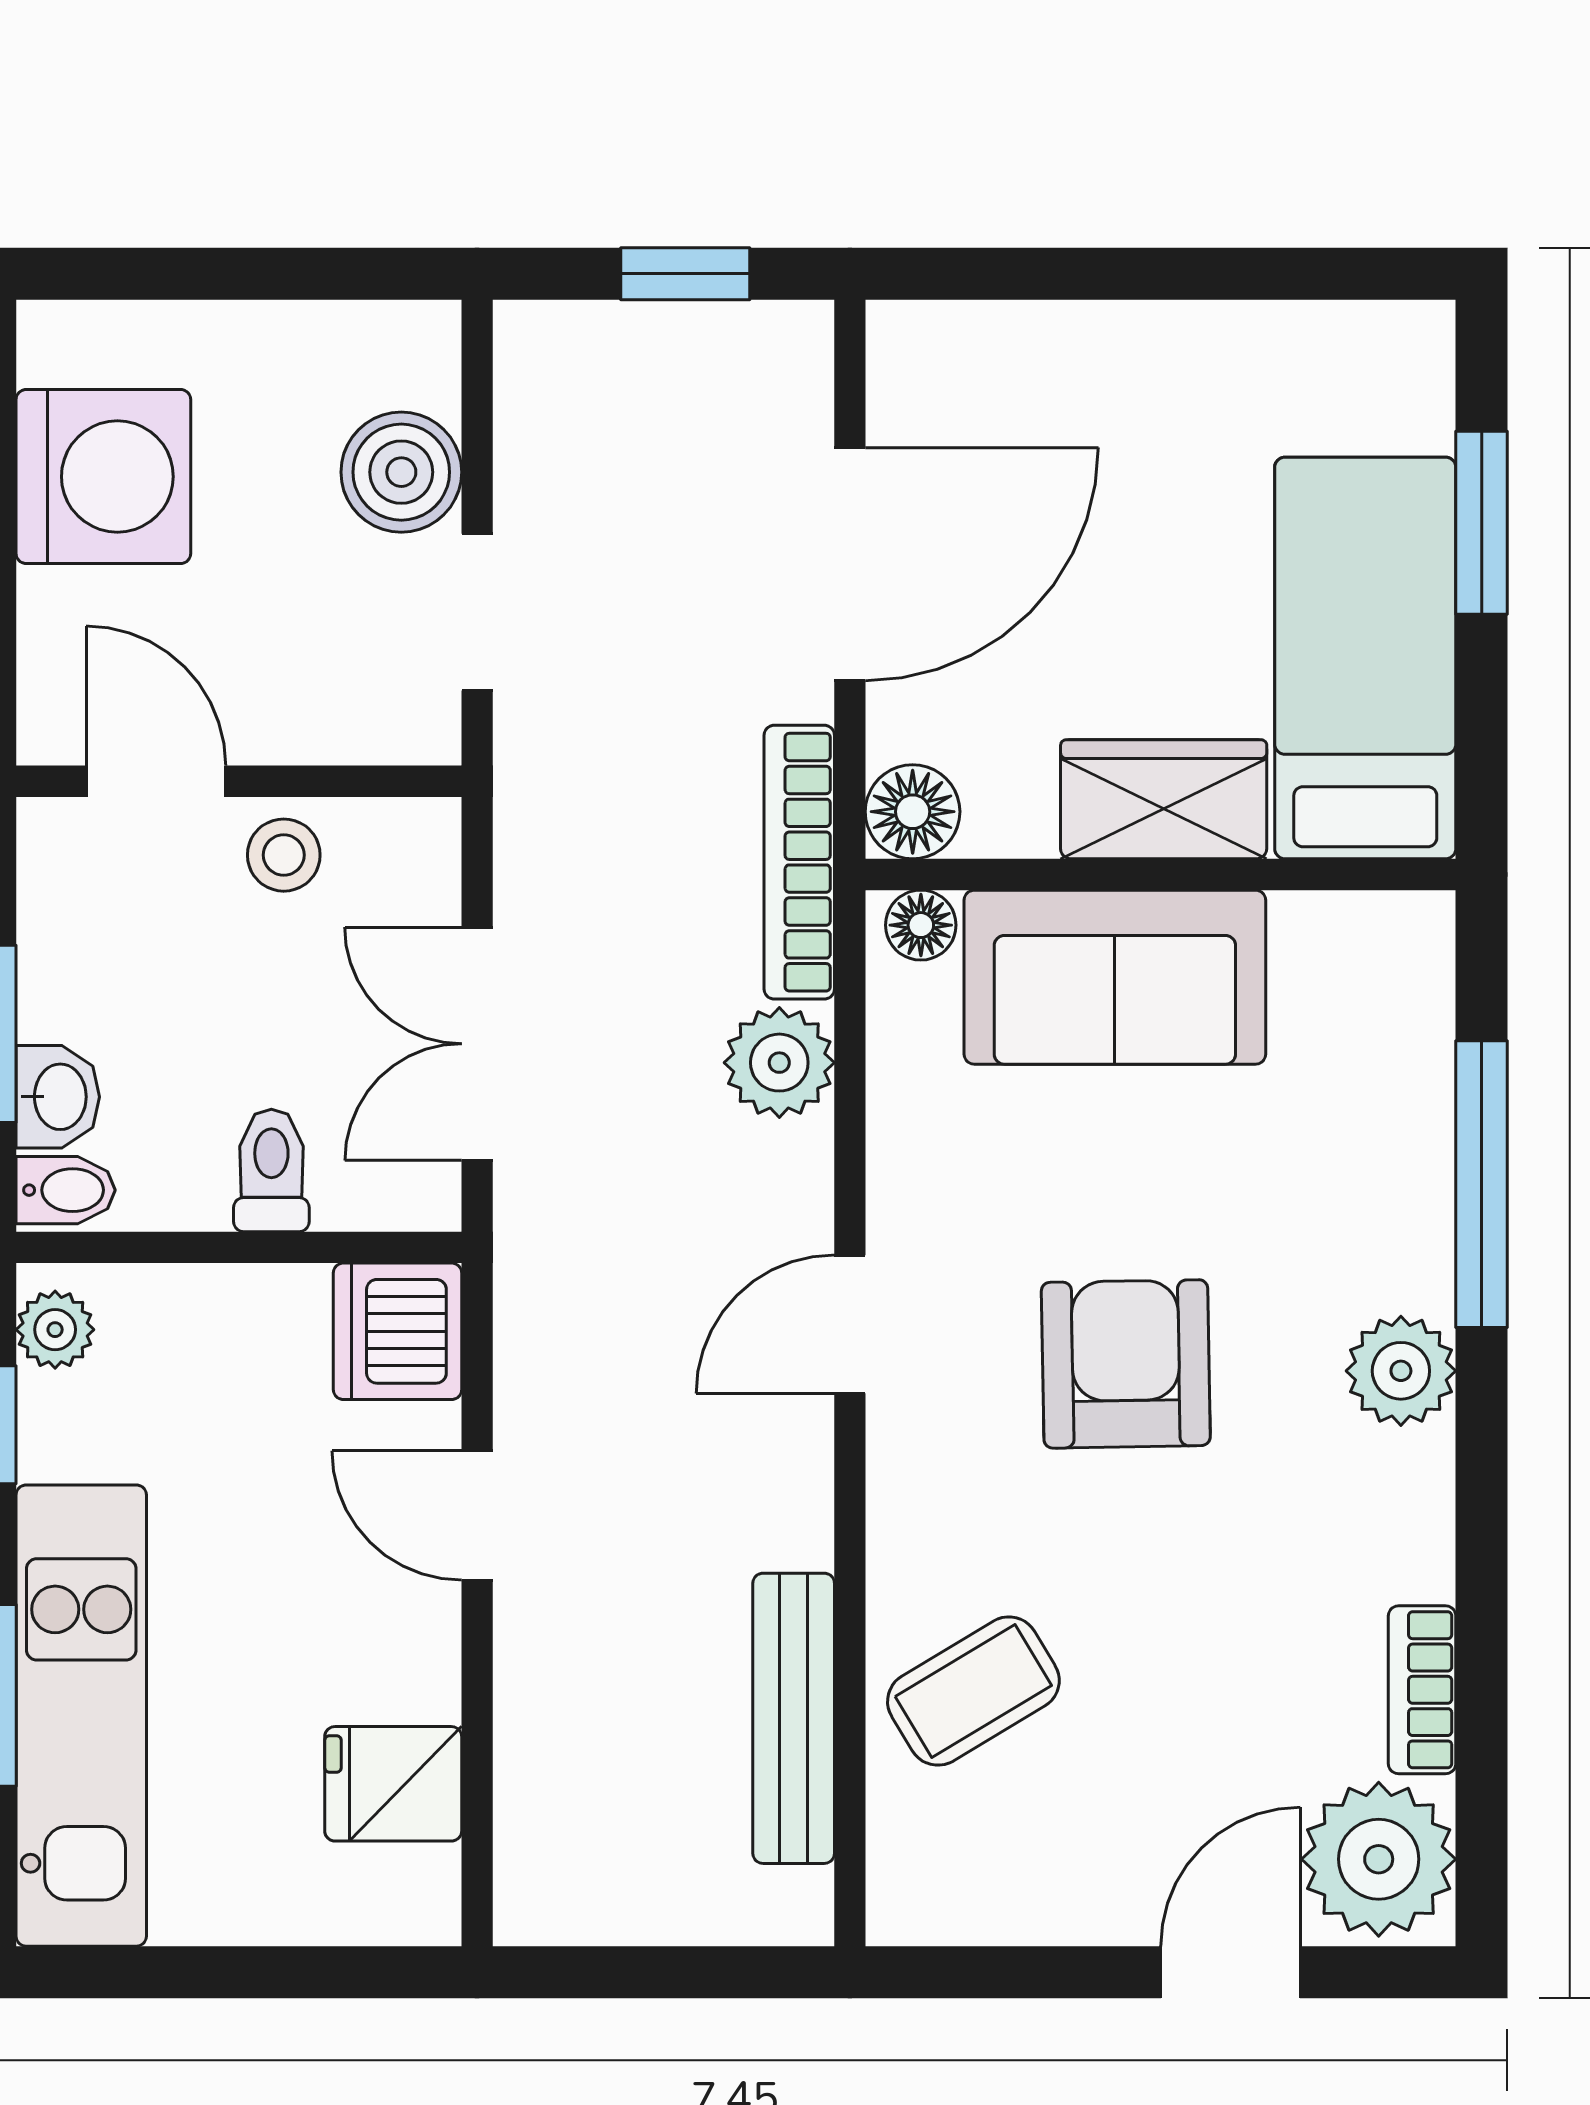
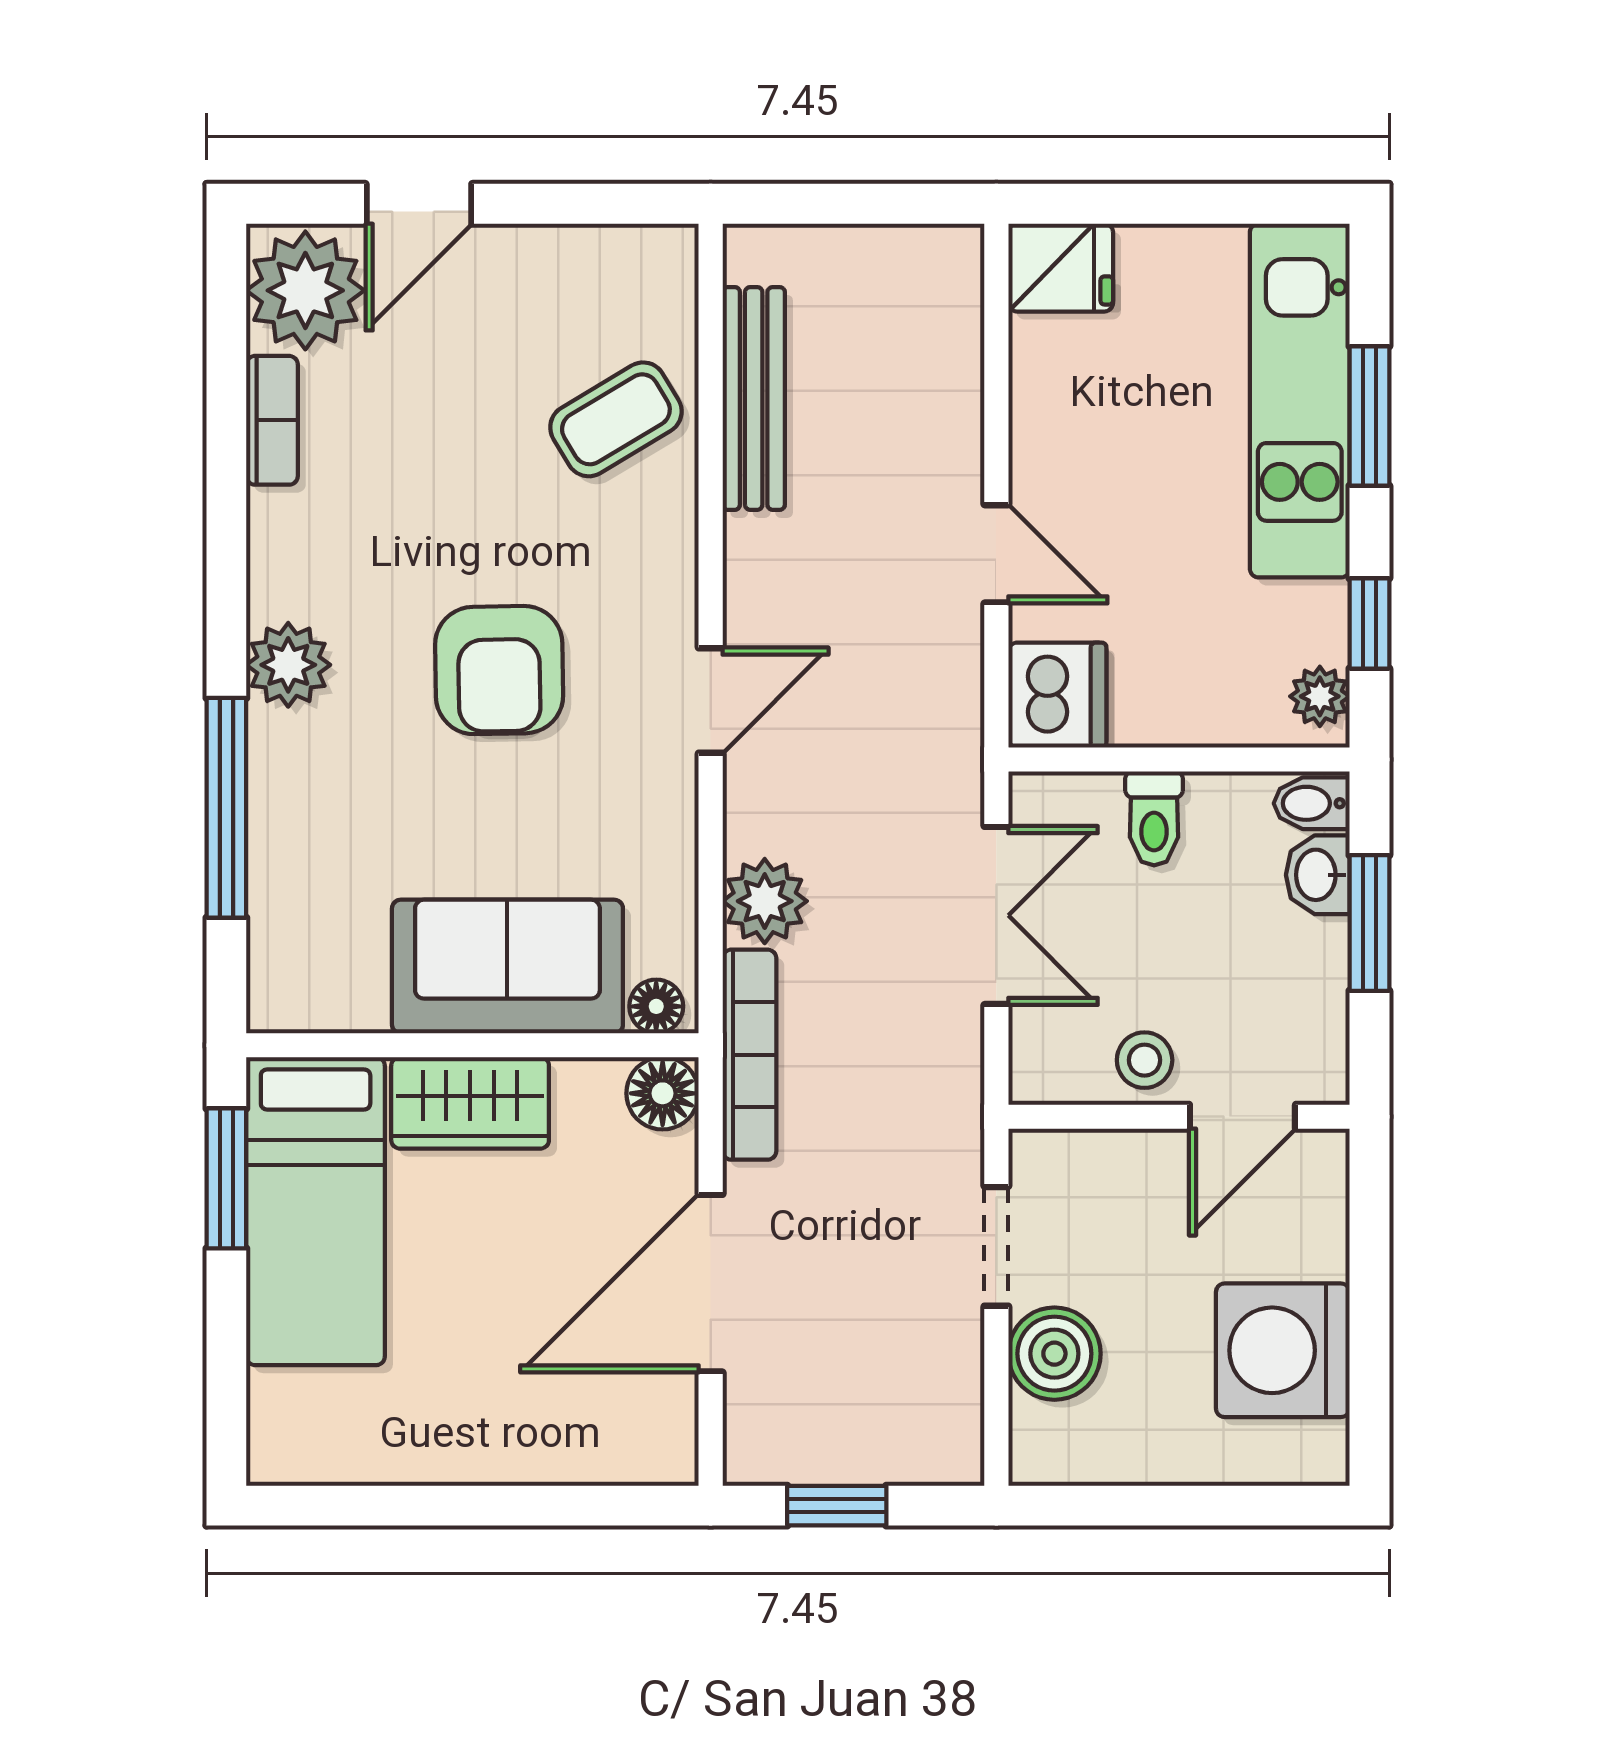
window: (1482, 523) -> (226, 1178), moved
door: (156, 781) -> (1242, 1117), hinge flipped
fridge: (393, 1784) -> (1061, 268), moved

